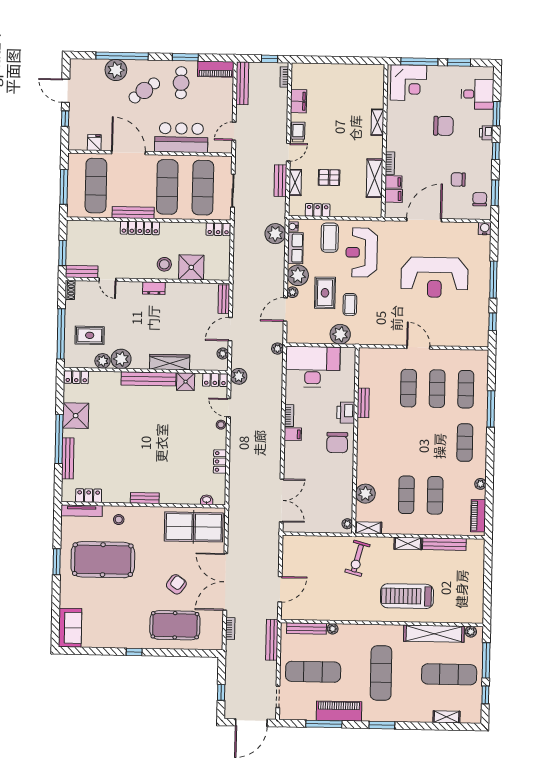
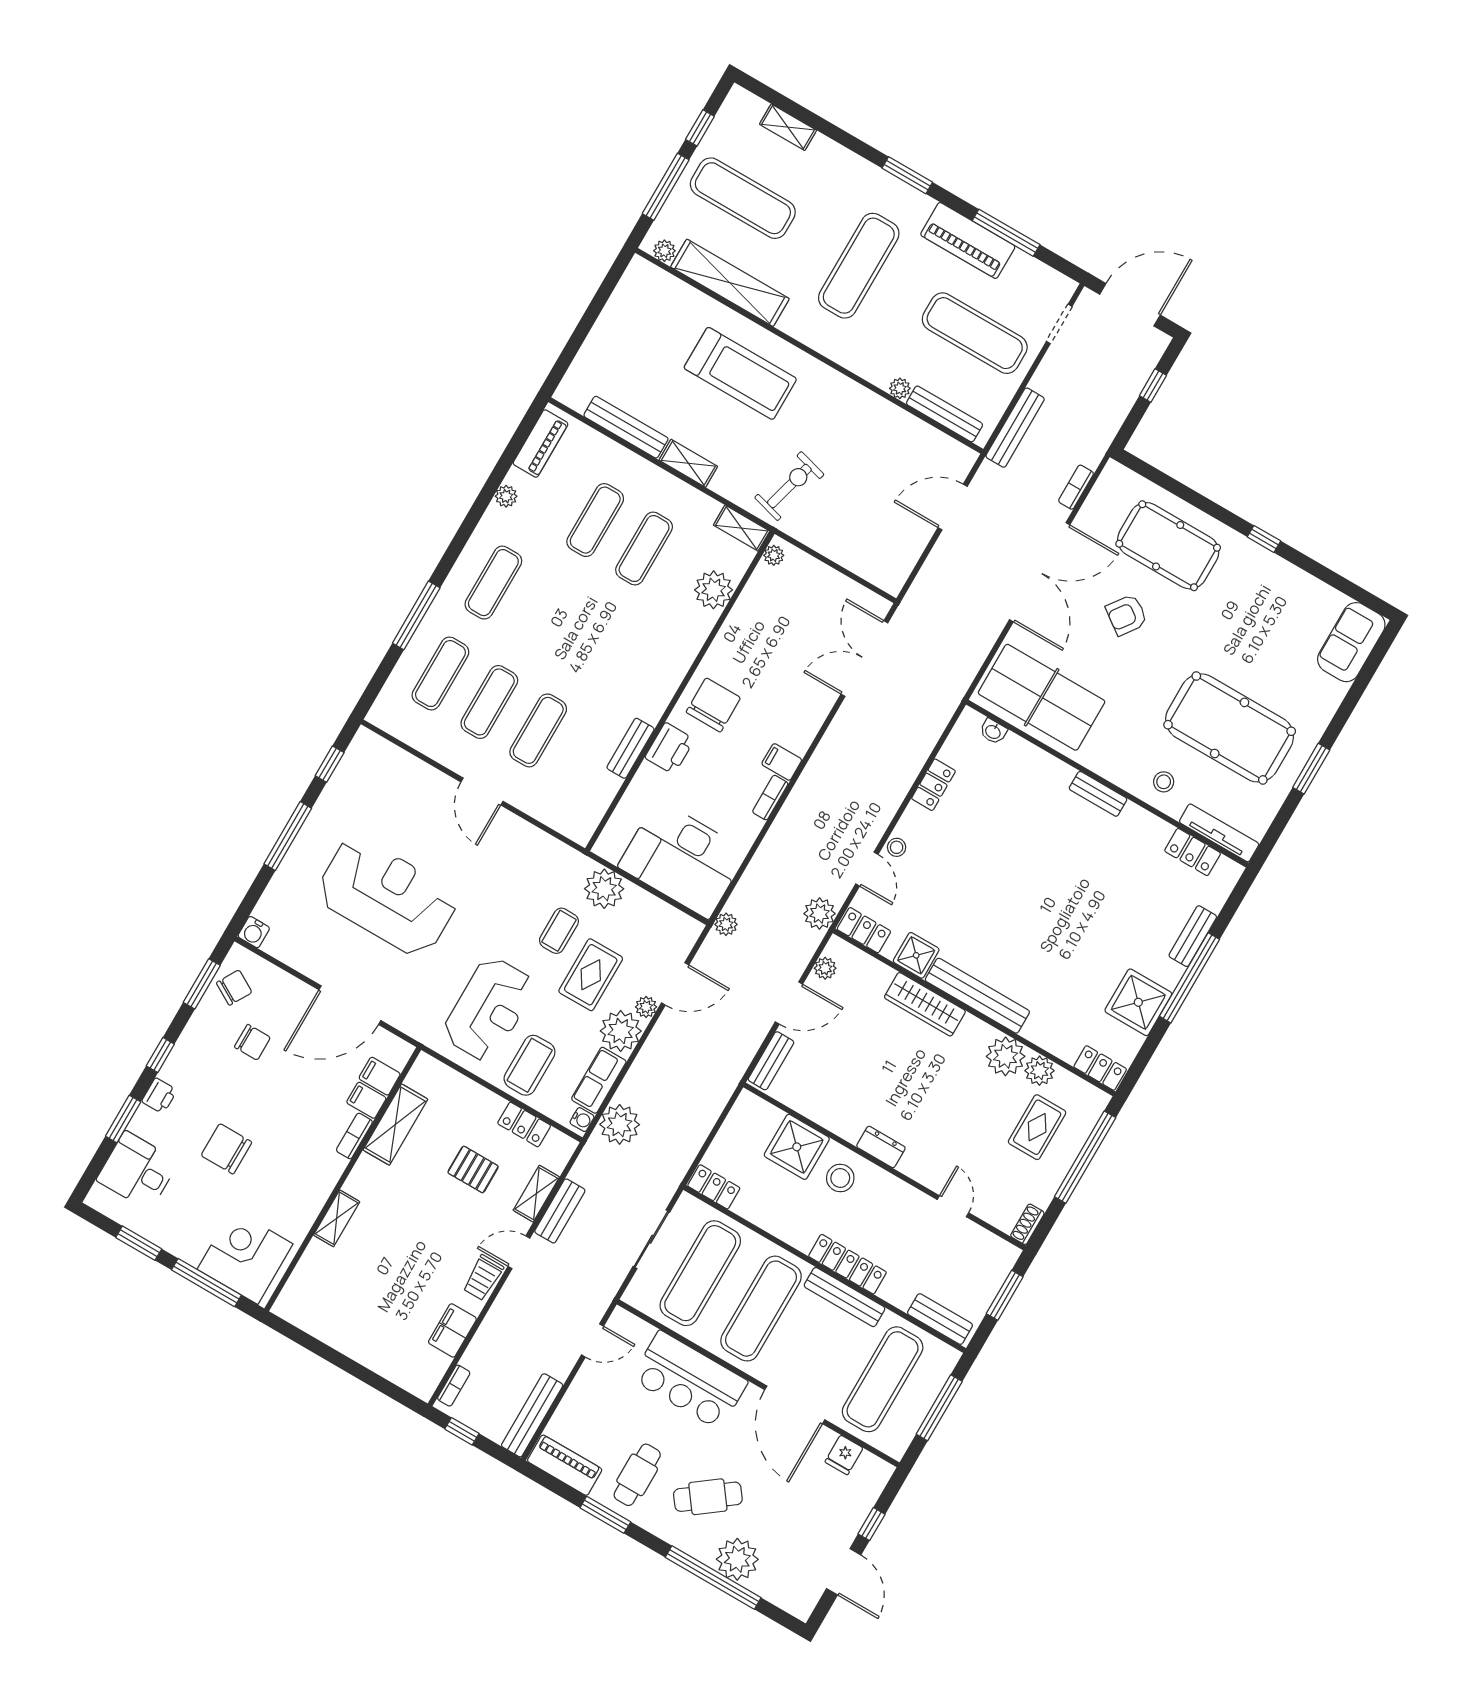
chair: (480, 199) -> (234, 988), turned -150
bench: (82, 272) -> (940, 1319), moved
rug: (90, 335) -> (1037, 1127), turned 90
bench: (68, 458) -> (1193, 936), width x0.73

